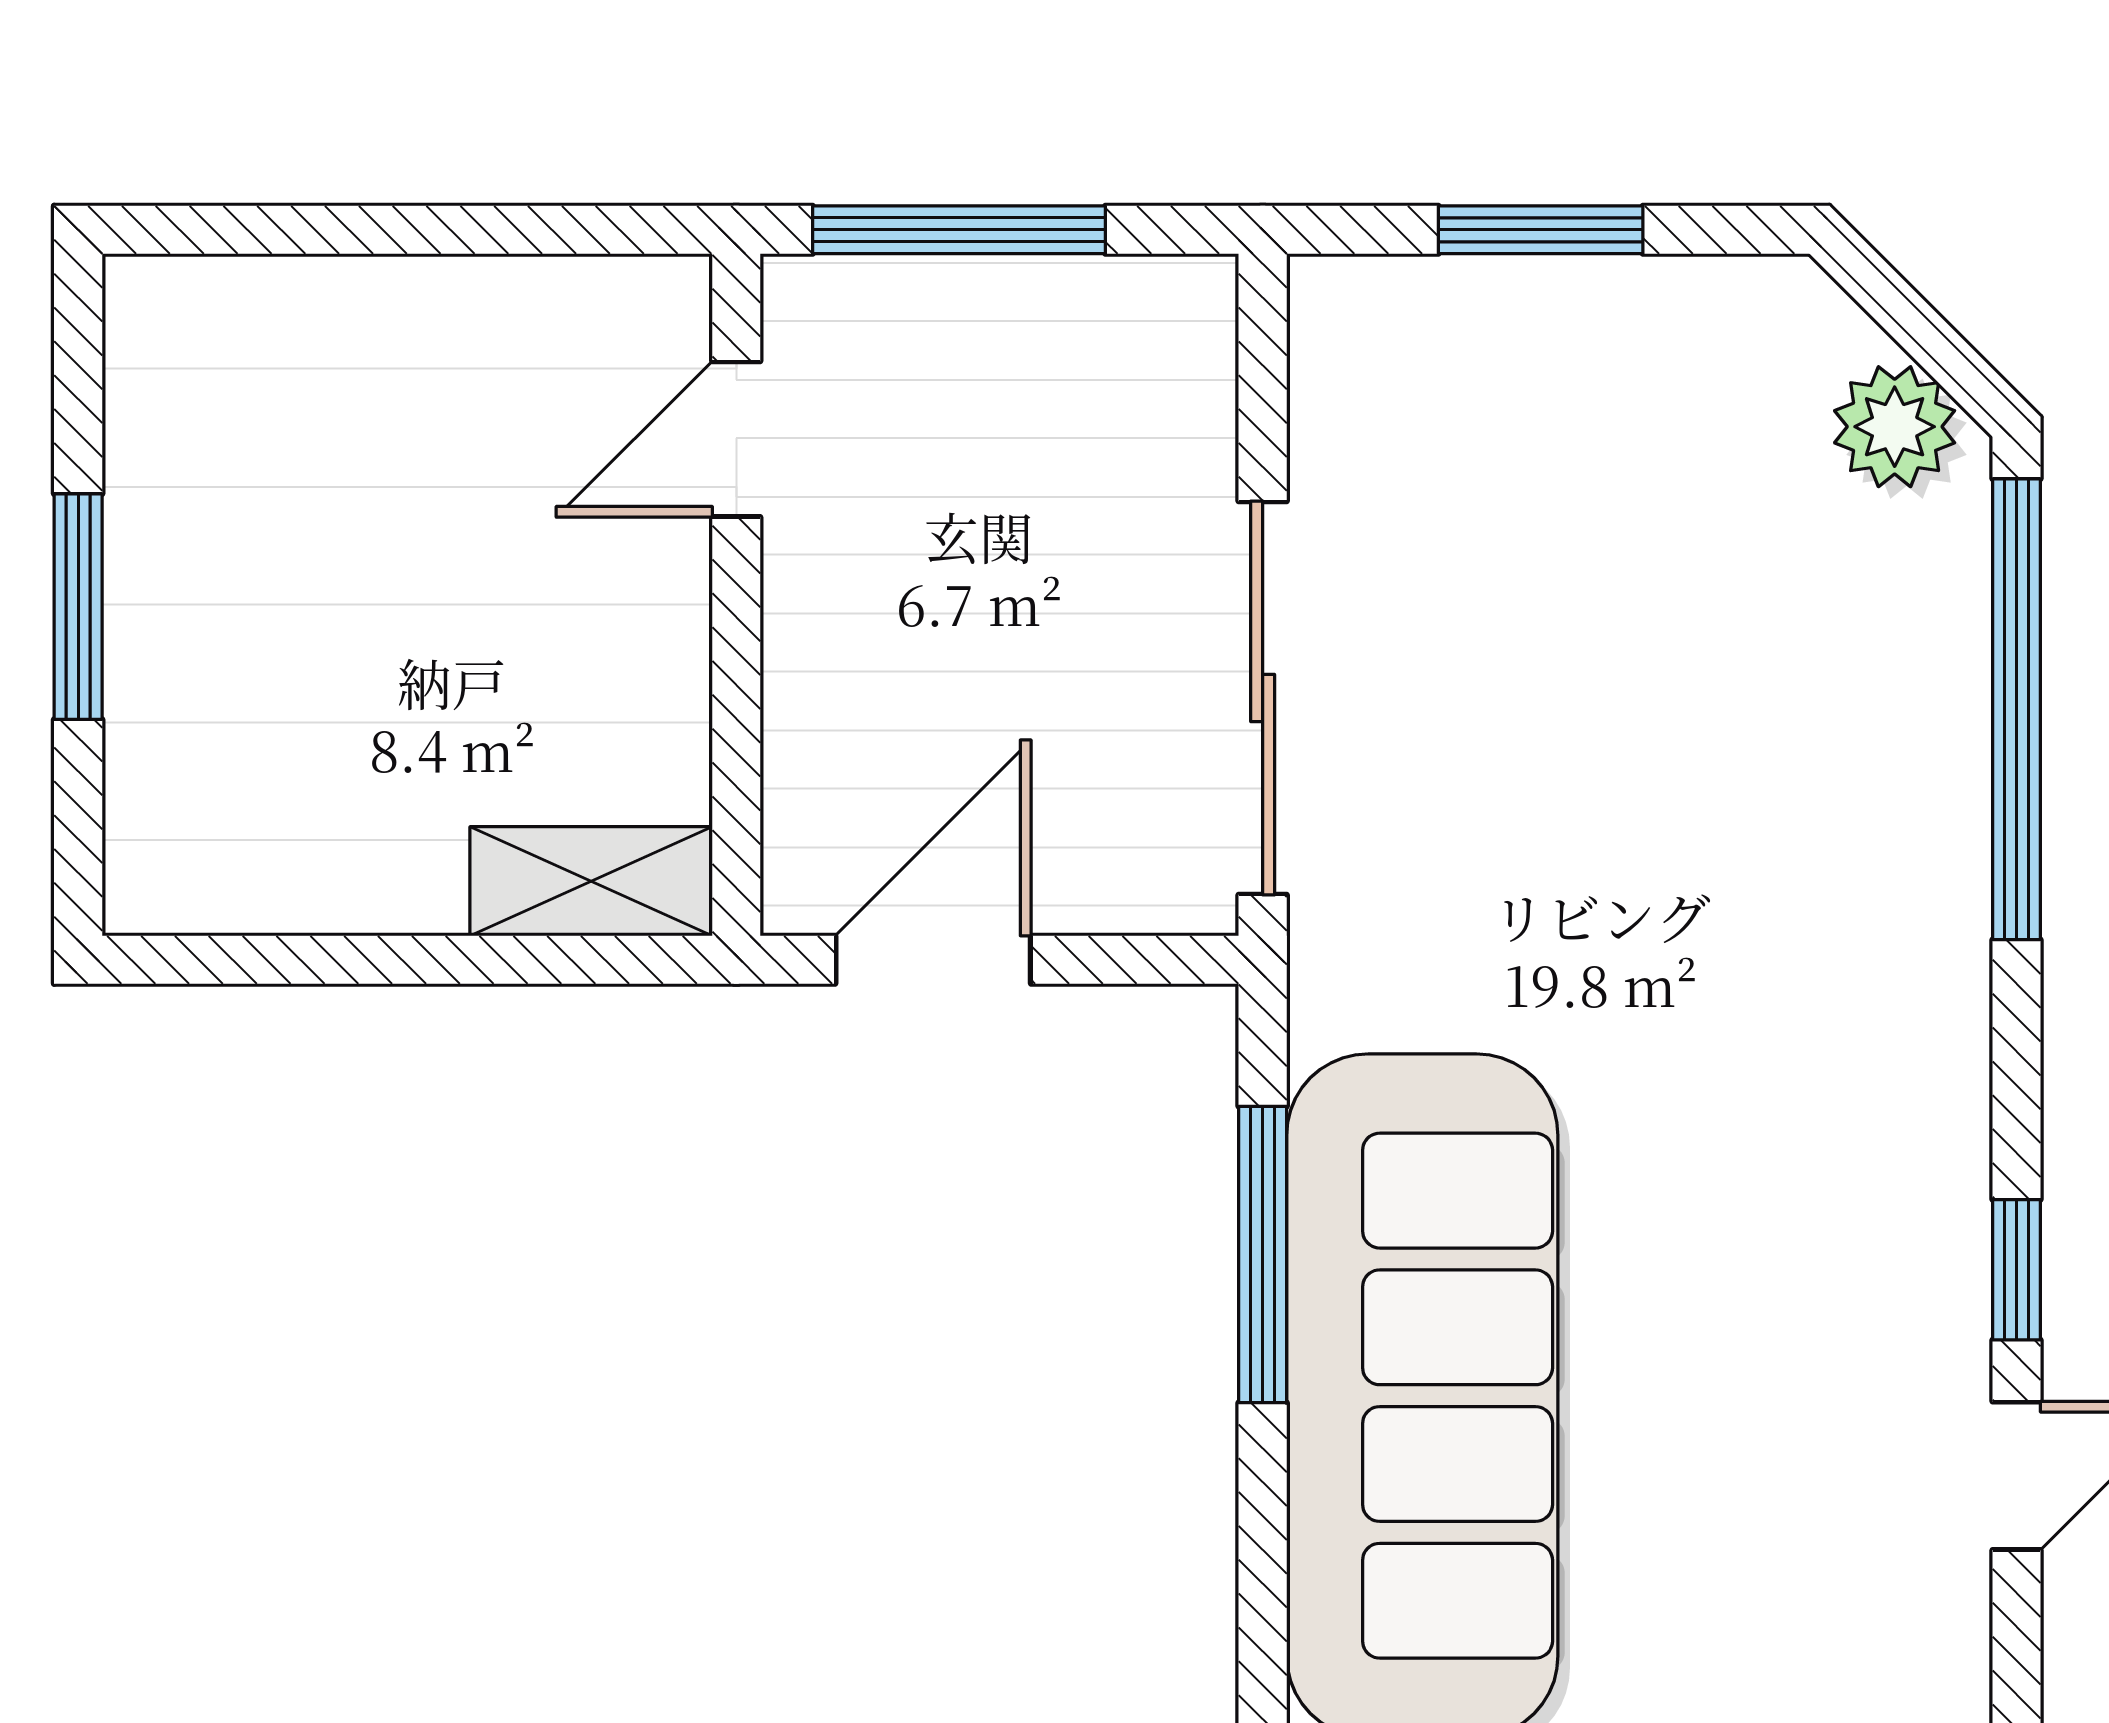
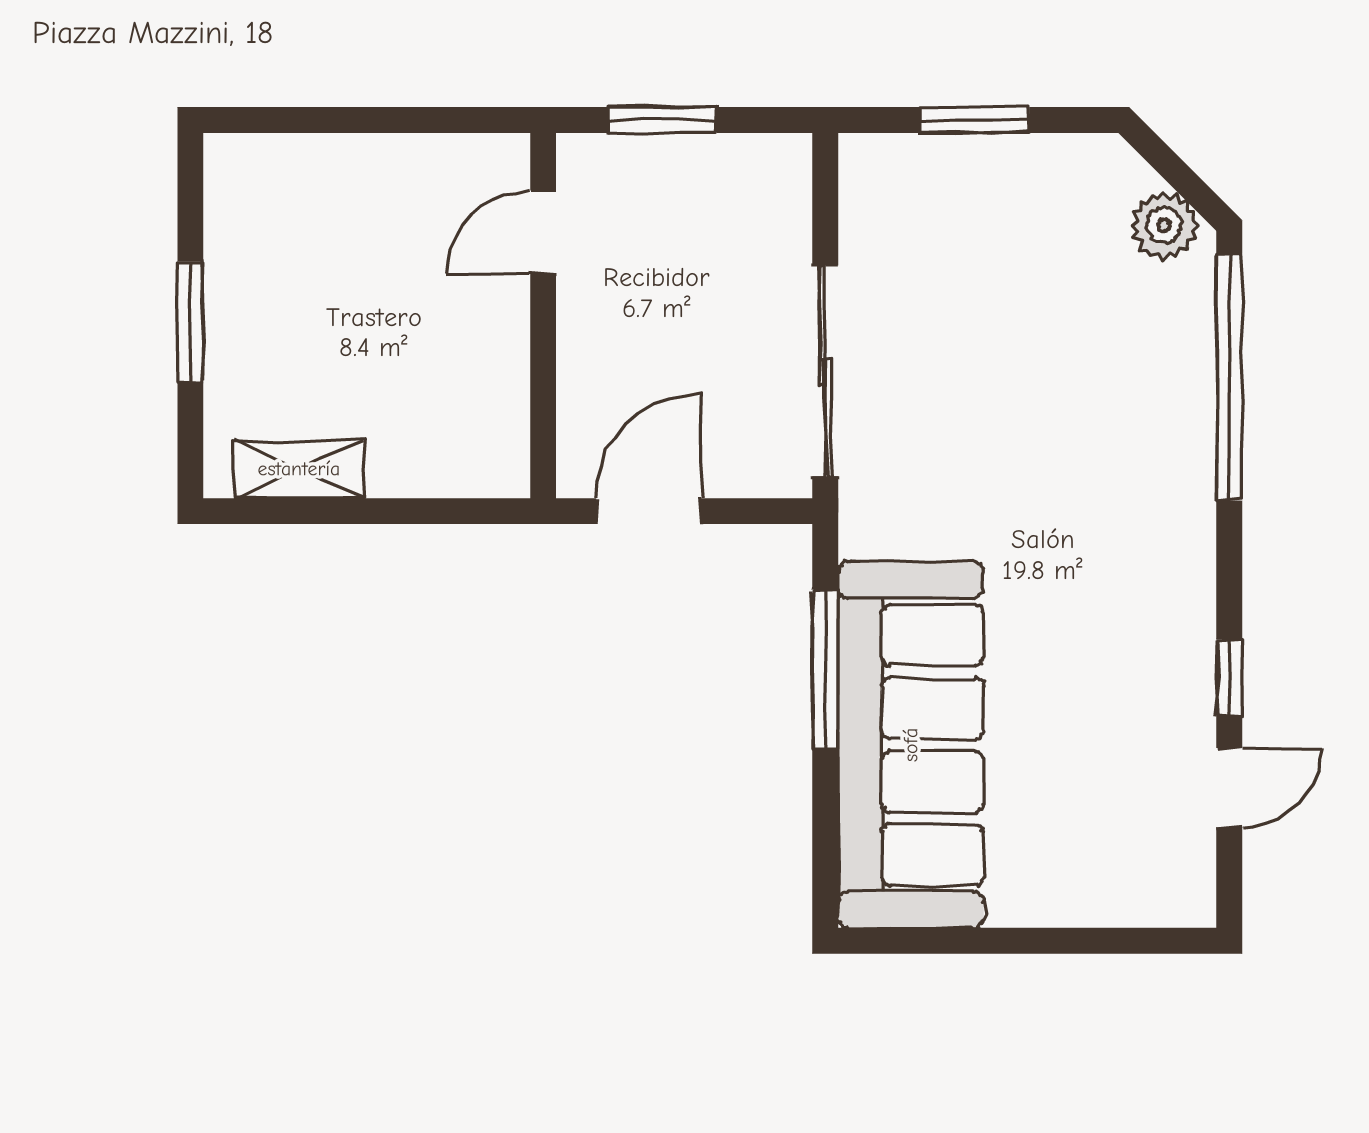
window: (959, 230) -> (662, 120), width x0.69
shelving: (591, 881) -> (299, 469), moved

